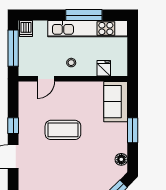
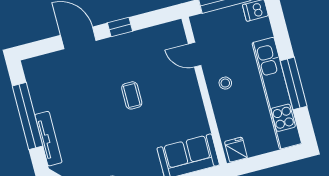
fridge: (104, 68) -> (236, 150), moved, turned -90
coffee table: (63, 130) -> (132, 95), width x0.54, depth x0.58

